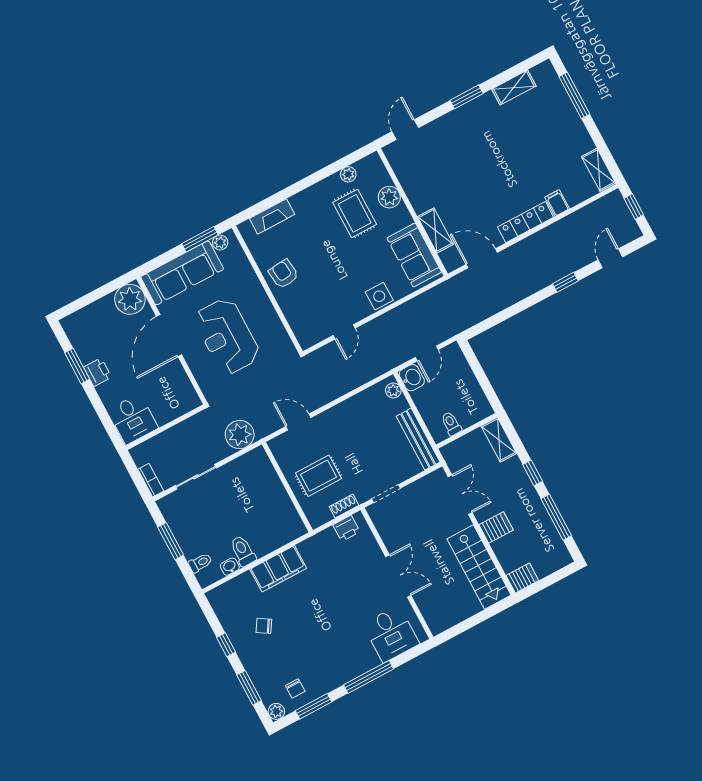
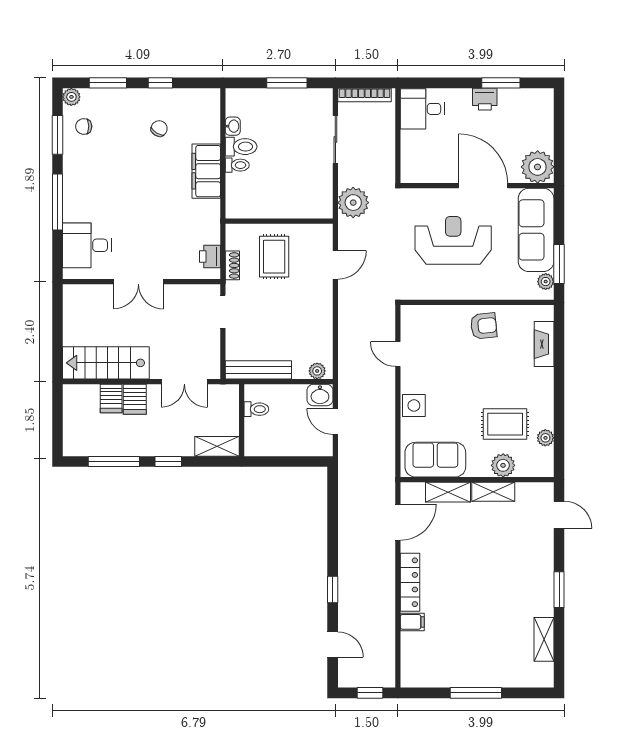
window: (574, 95) -> (476, 693), moved
shelving: (599, 170) -> (493, 492), moved
bookcase: (151, 480) -> (365, 95), width x1.56
toilet: (200, 563) -> (237, 165), moved, turned -90
server rack: (522, 578) -> (111, 398), moved

